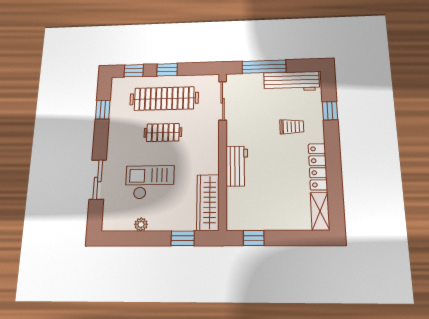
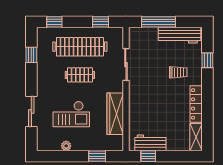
window: (167, 70) -> (100, 22), moved
sliding door: (223, 101) -> (126, 65), moved
workbench: (237, 166) -> (150, 143), moved, turned -90
checkout: (150, 182) -> (71, 114), turned 180
wardrobe: (208, 202) -> (115, 114), moved

